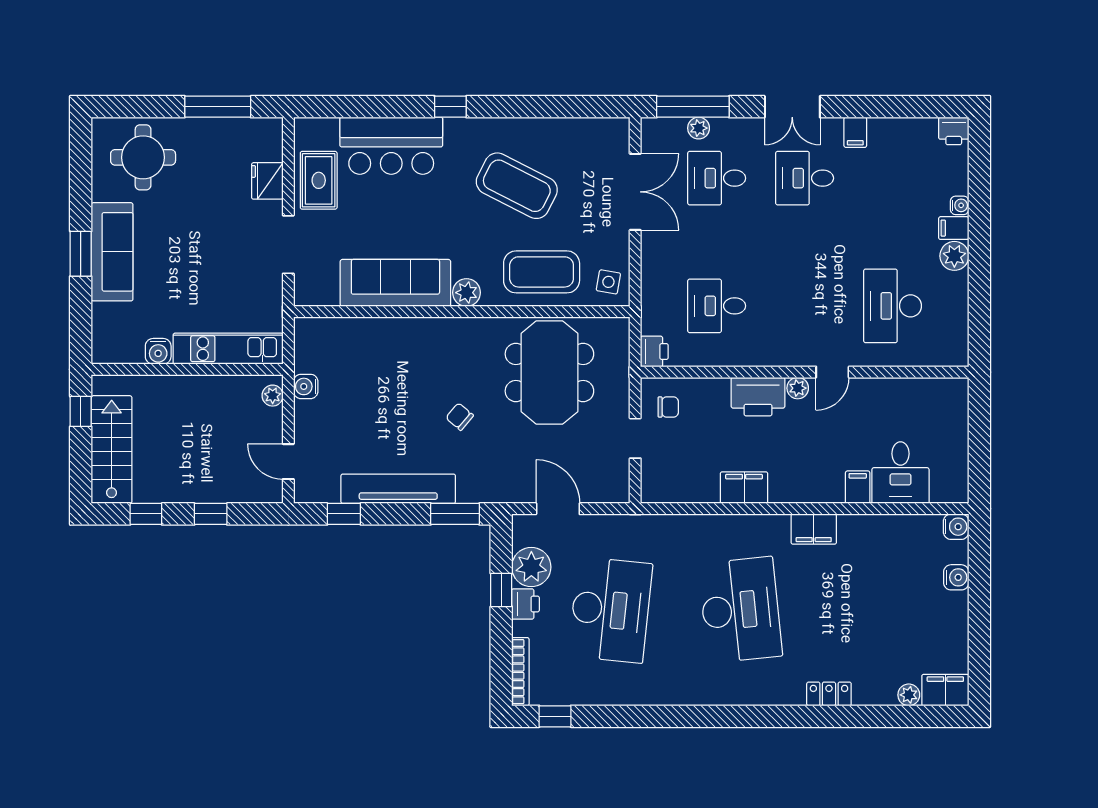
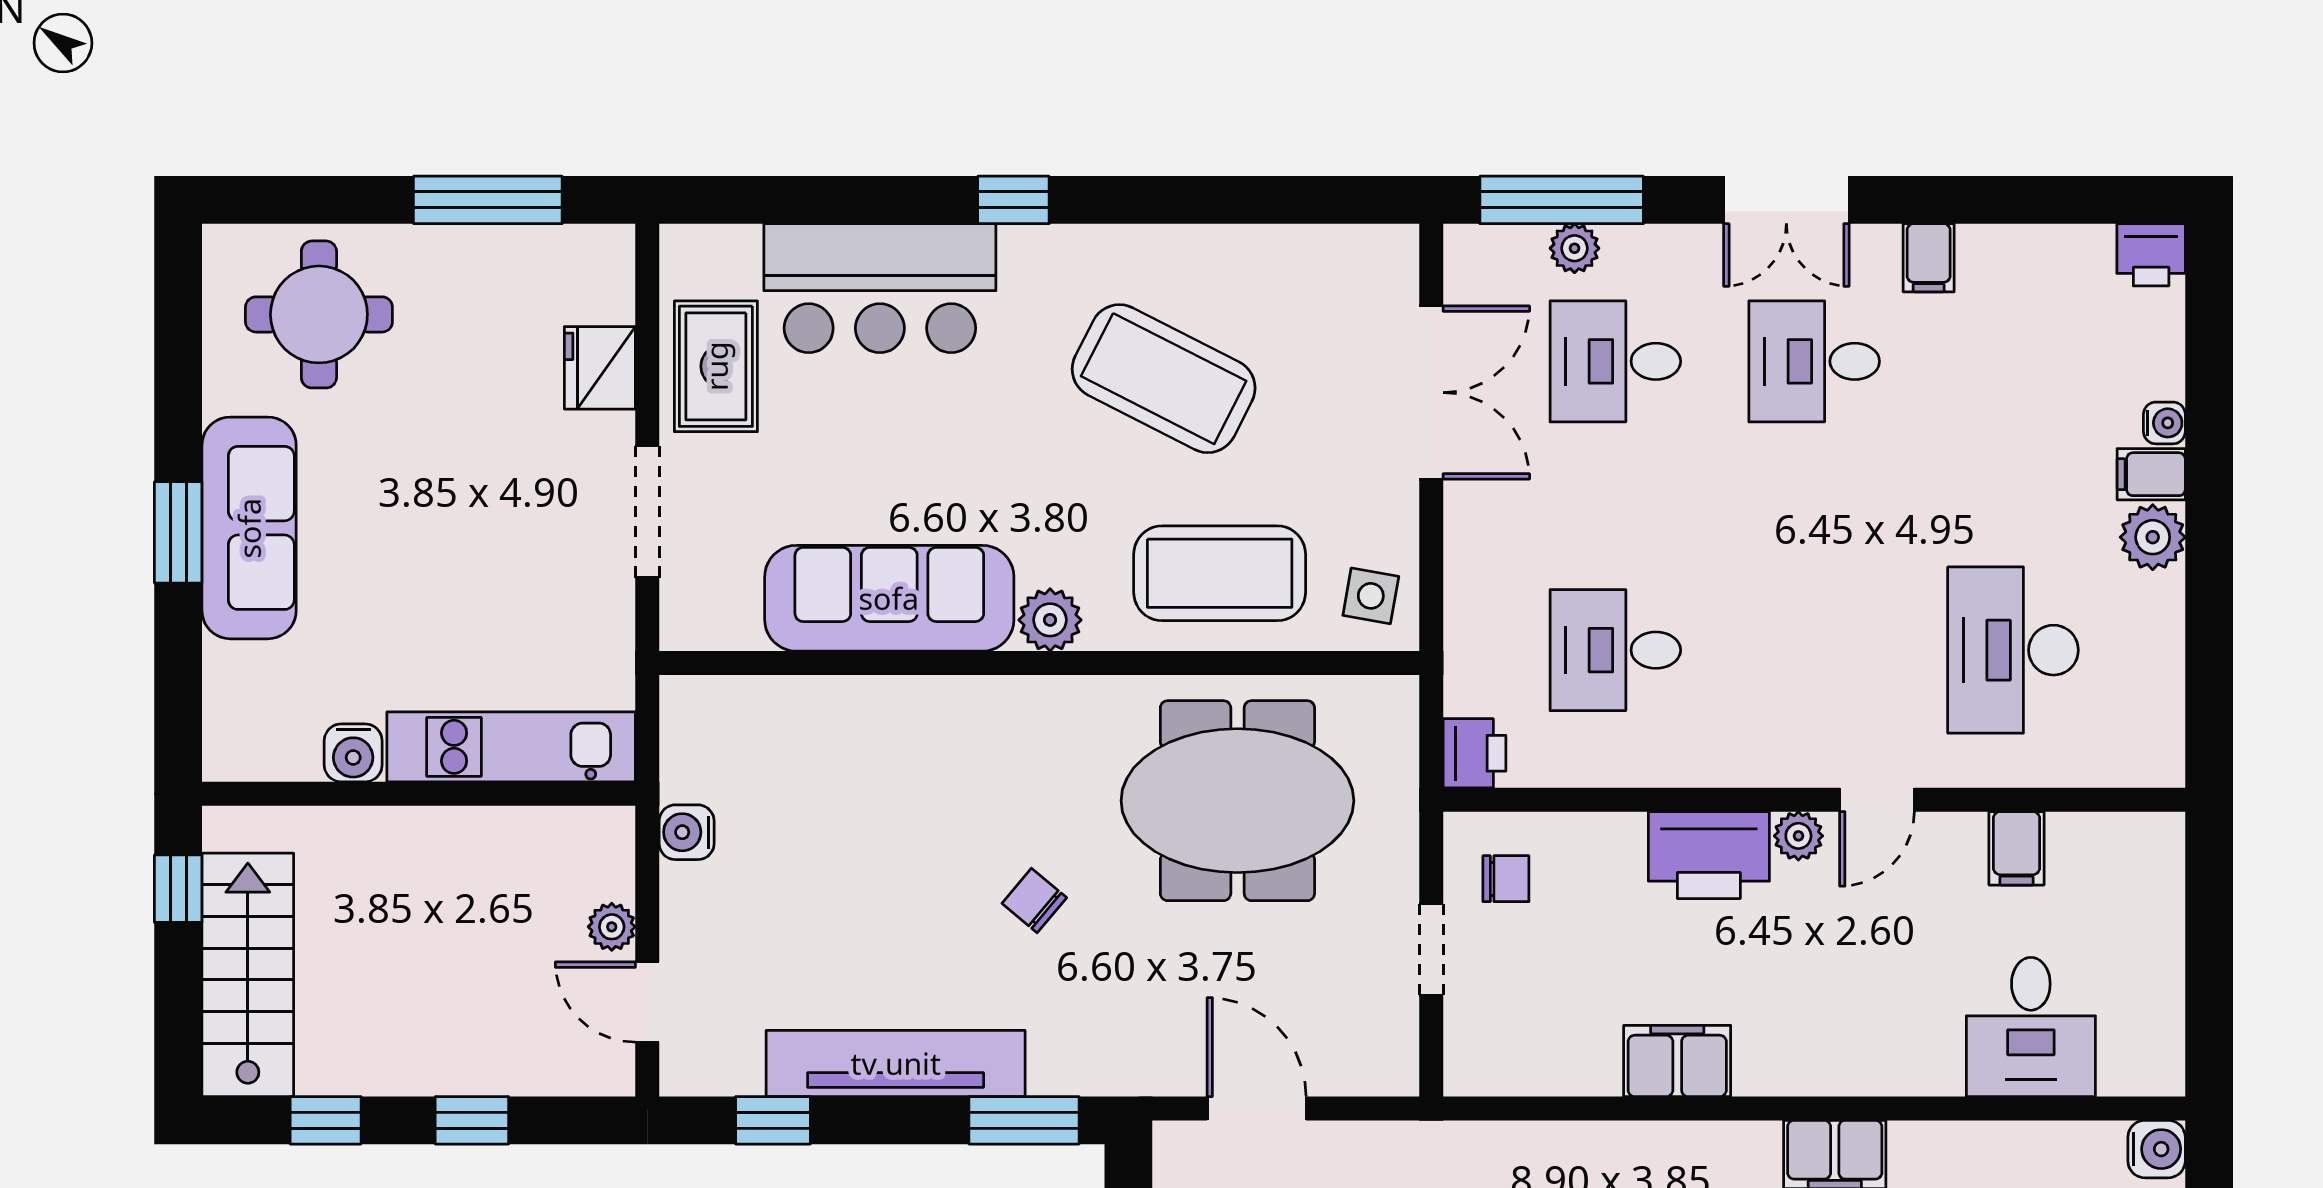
meeting table: (549, 372) -> (1237, 801), turned 90
plant: (273, 396) -> (612, 927), moved
filing cabinet: (858, 487) -> (2017, 848), moved, turned 180

